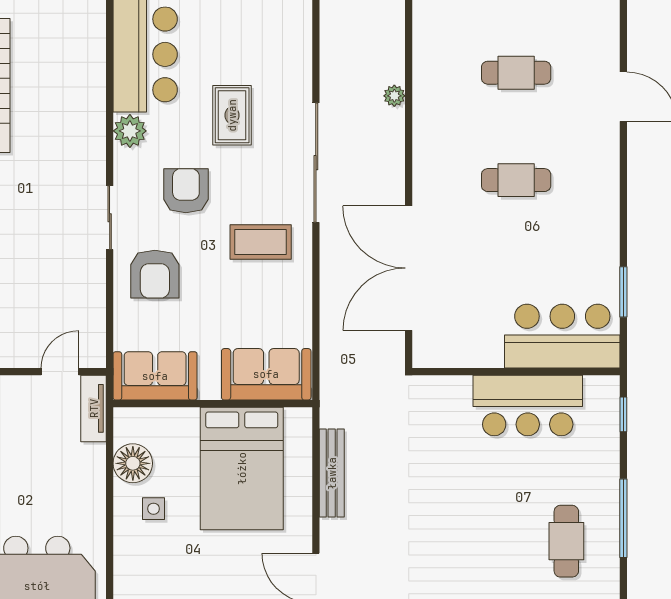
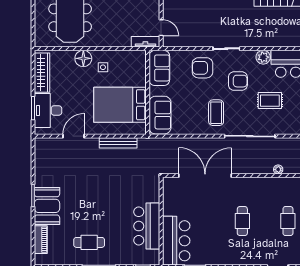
floor lamp: (133, 463) -> (83, 58), moved

